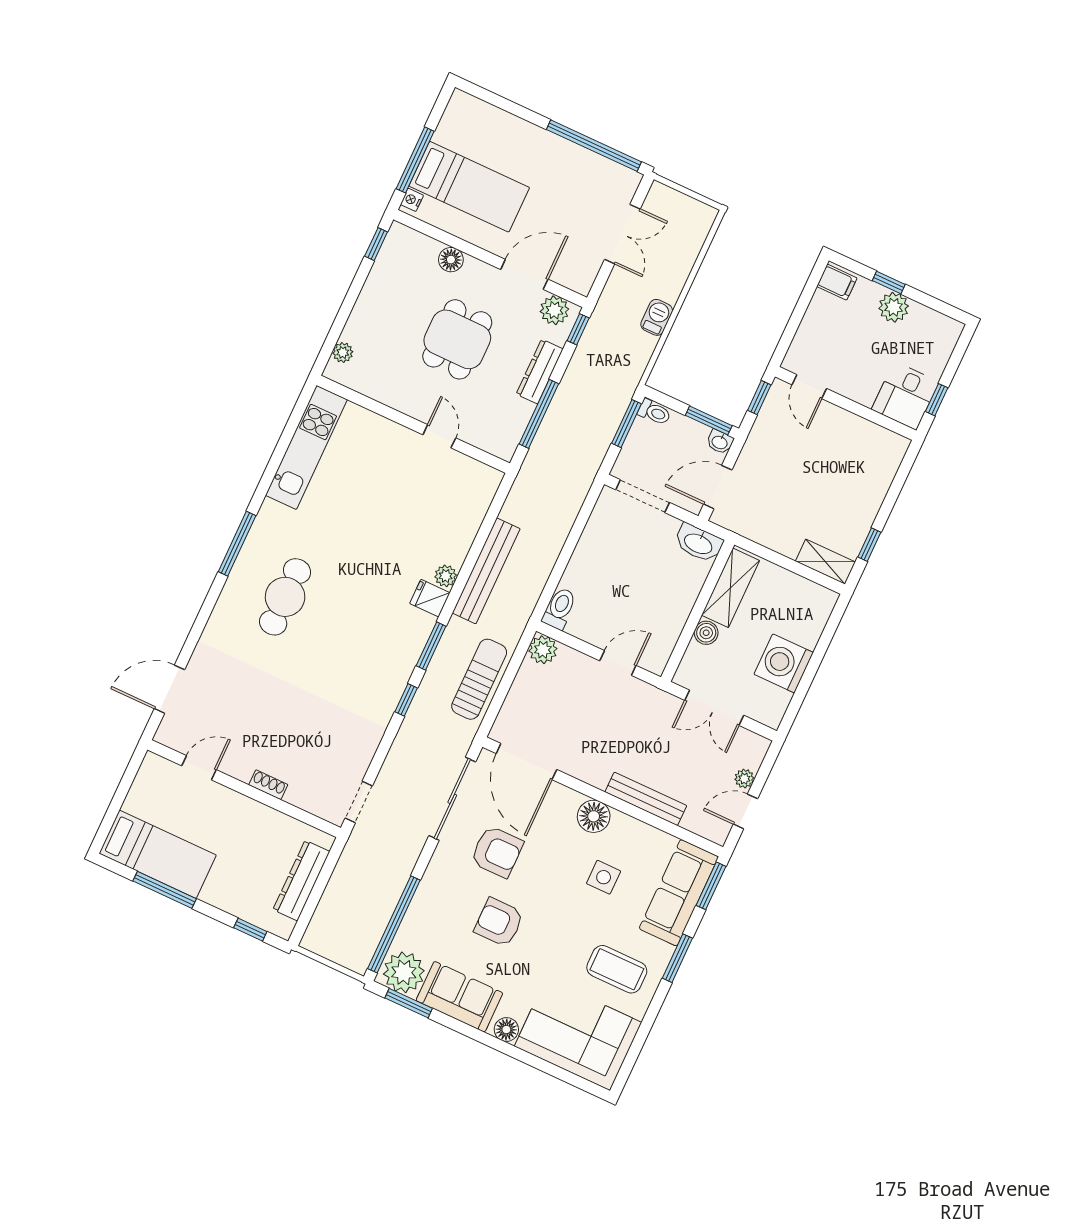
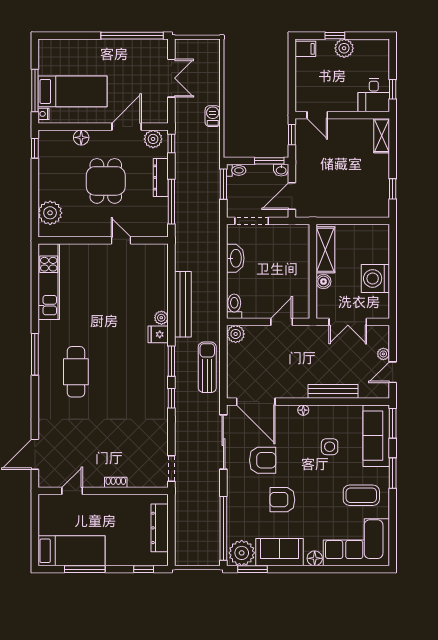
plant: (343, 352) -> (50, 213), width x1.88, depth x1.88
washbasin: (699, 543) -> (235, 258), moved, turned -90
shelving: (825, 562) -> (382, 136), moved, turned 90
floor lamp: (594, 816) -> (303, 410), width x0.53, depth x0.53

